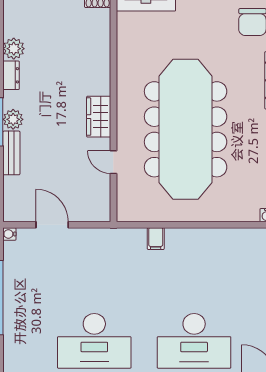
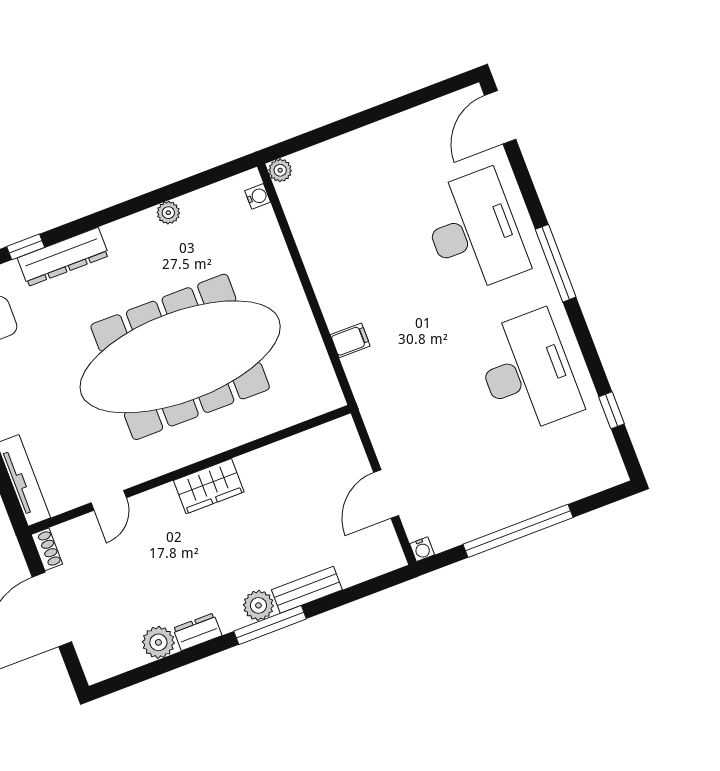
door: (113, 162) -> (109, 500), moved

